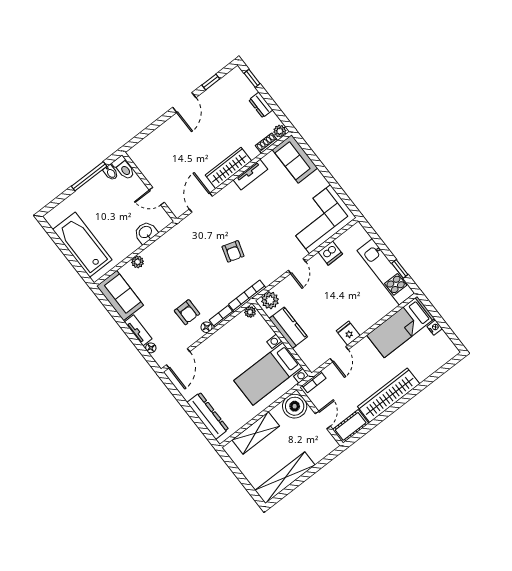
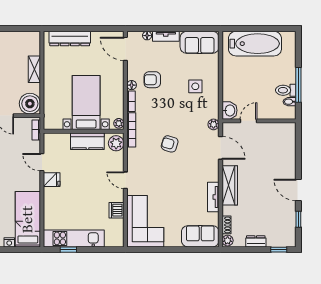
toilet: (124, 168) -> (286, 90), moved
washbasin: (146, 232) -> (229, 110), moved
plant: (138, 262) -> (213, 124), moved
side table: (163, 269) -> (195, 86), added
bed with nightstands: (268, 374) -> (86, 103), moved
shelving: (256, 433) -> (34, 69), width x0.67, depth x0.75

